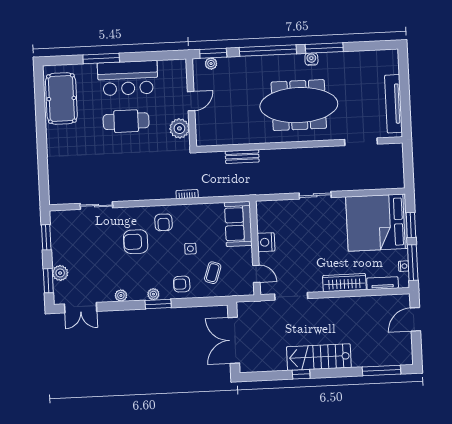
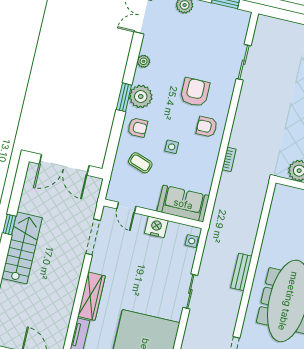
bench: (242, 157) -> (241, 272), moved
side table: (270, 207) -> (192, 241), added
door: (256, 274) -> (126, 208), hinge flipped
armchair: (182, 284) -> (138, 128), turned 90
plant: (153, 294) -> (141, 96), width x1.87, depth x1.87
double door: (234, 340) -> (64, 165), swing flipped

